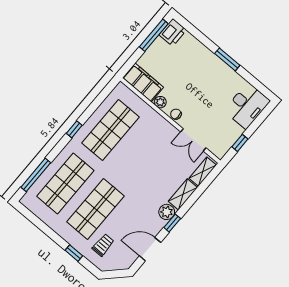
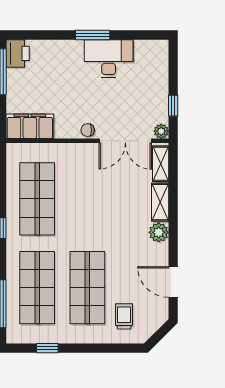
plant: (160, 102) -> (161, 131), moved
desk: (247, 106) -> (109, 59), moved, turned -90
double door: (193, 140) -> (125, 141), width x1.37
window: (172, 223) -> (173, 239), removed
door: (150, 249) -> (173, 282), hinge flipped
window: (74, 253) -> (47, 348), moved

